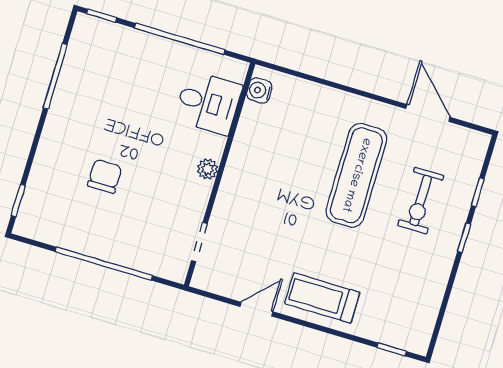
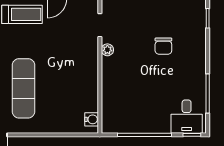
desk: (208, 103) -> (187, 117), moved, turned -90
plant: (208, 169) -> (107, 50), moved

